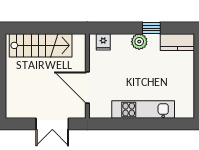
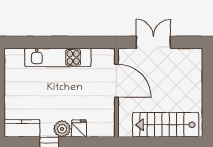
fridge: (103, 42) -> (79, 128), moved

